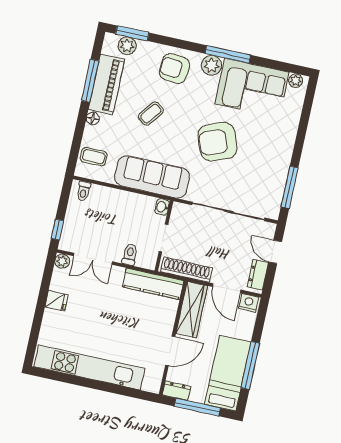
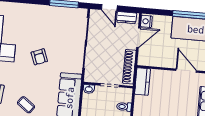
armchair: (218, 142) -> (39, 57), width x0.53, depth x0.53
door: (275, 252) -> (109, 8), hinge flipped
kitchen counter: (153, 284) -> (142, 81), width x0.67
wardrobe: (192, 310) -> (156, 60), removed

